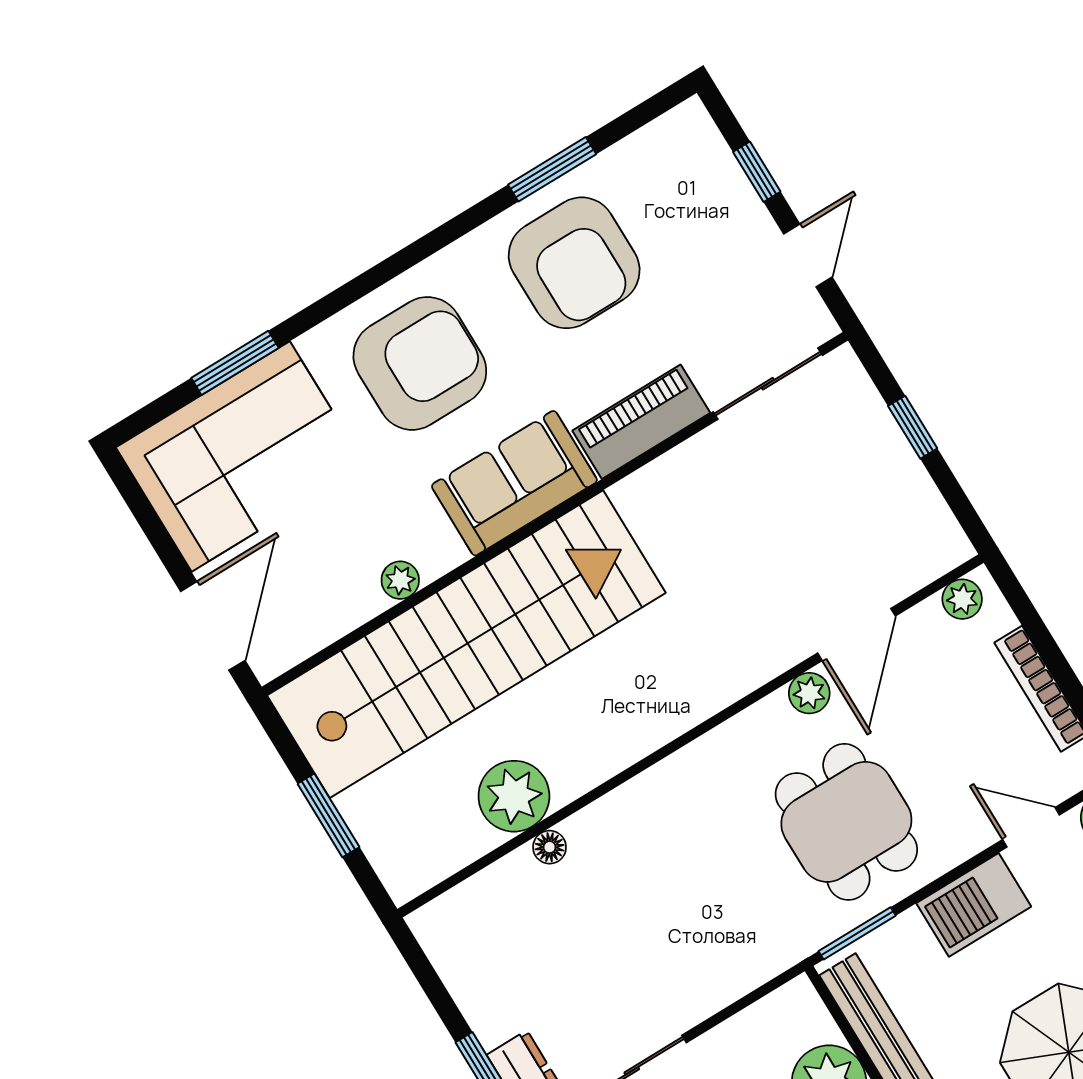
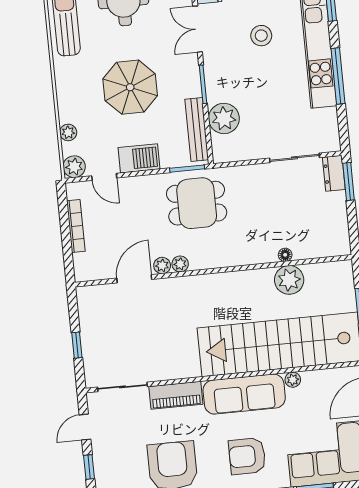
armchair: (420, 363) -> (247, 456), width x0.73, depth x0.73
sofa: (514, 483) -> (244, 394), width x1.36
plant: (962, 599) -> (180, 264), moved
dining table: (846, 822) -> (197, 203), moved, turned 90

